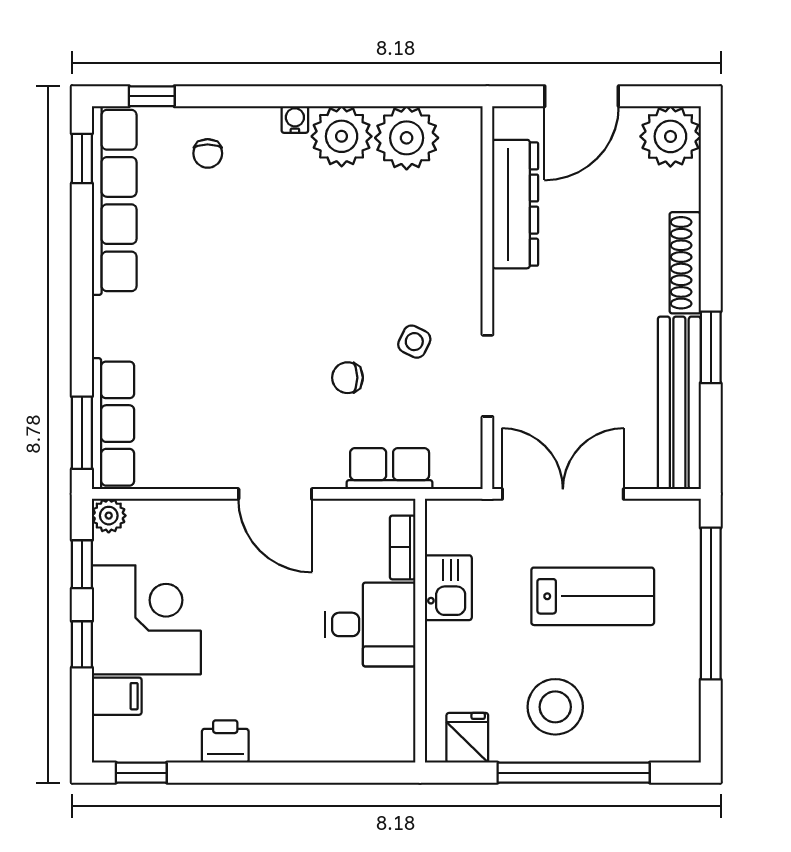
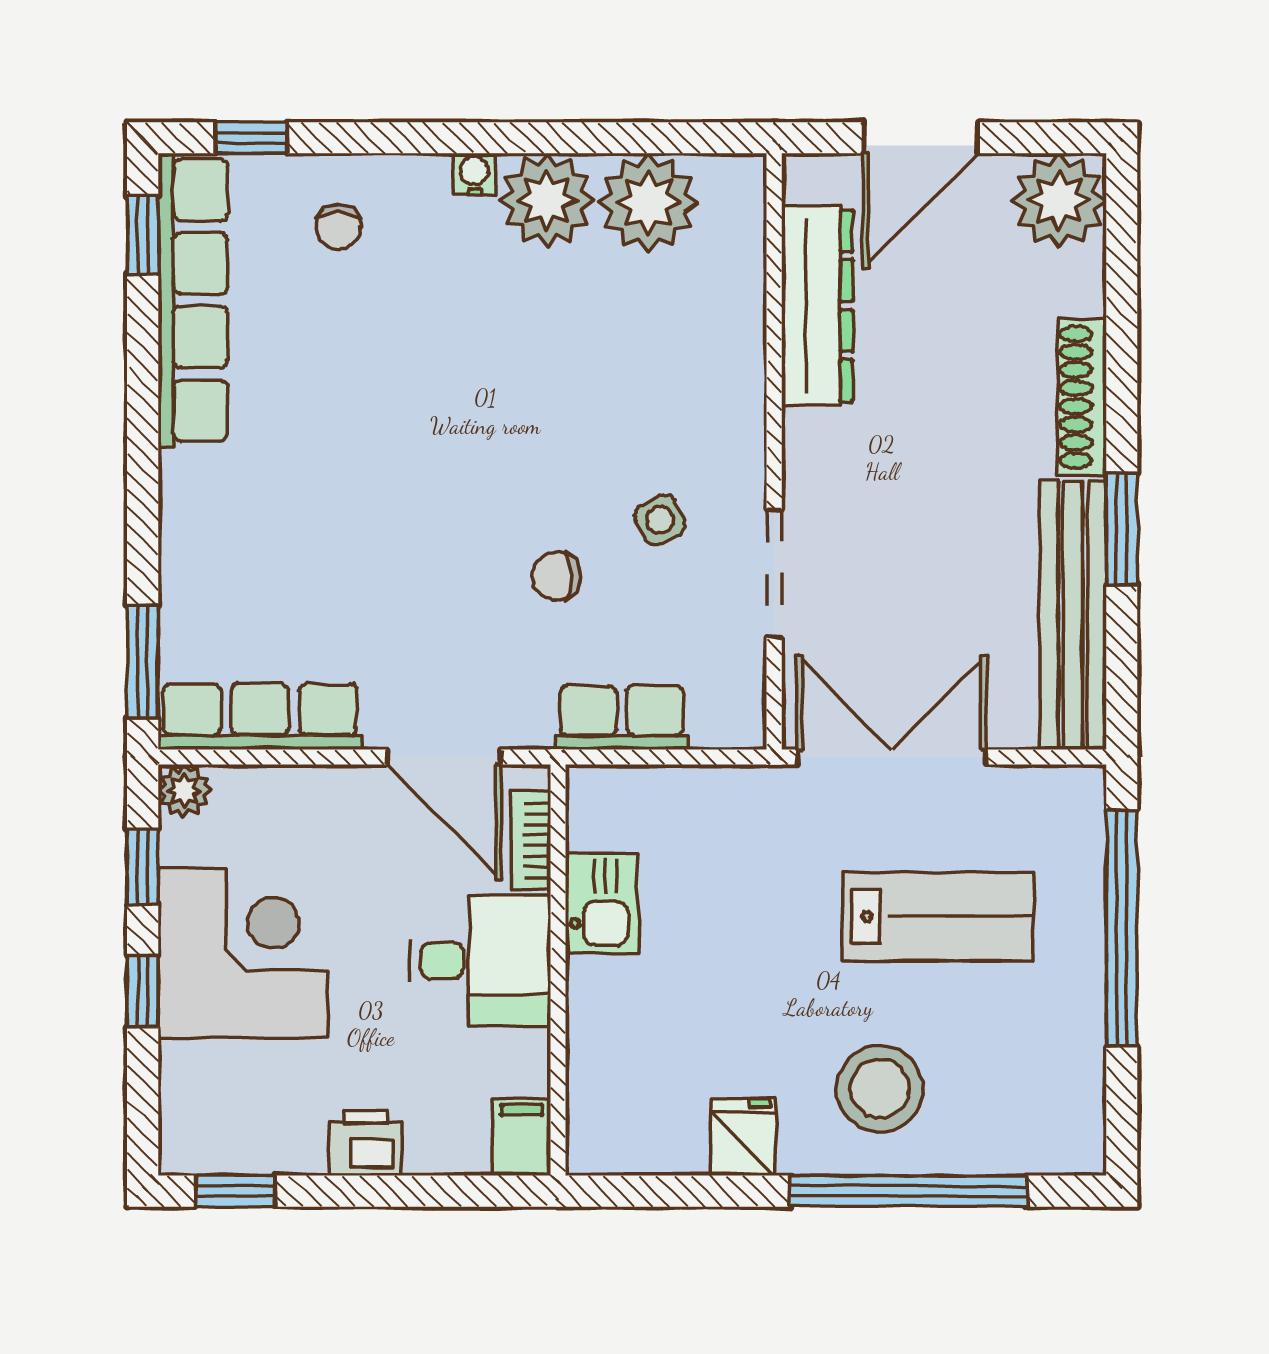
side table: (414, 342) -> (660, 520), turned 36
row of seats: (113, 424) -> (260, 717), moved, turned -90
bookcase: (403, 547) -> (531, 840), moved
kitchen sink: (448, 588) -> (602, 903), moved
desk: (370, 624) -> (480, 960), moved
wall: (420, 631) -> (558, 970), moved
filing cabinet: (117, 696) -> (522, 1137), moved, turned -90

